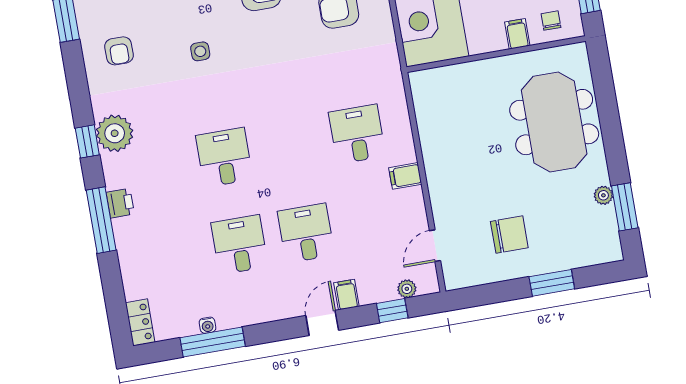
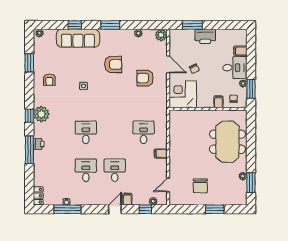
chair: (509, 235) -> (200, 186), turned 90

